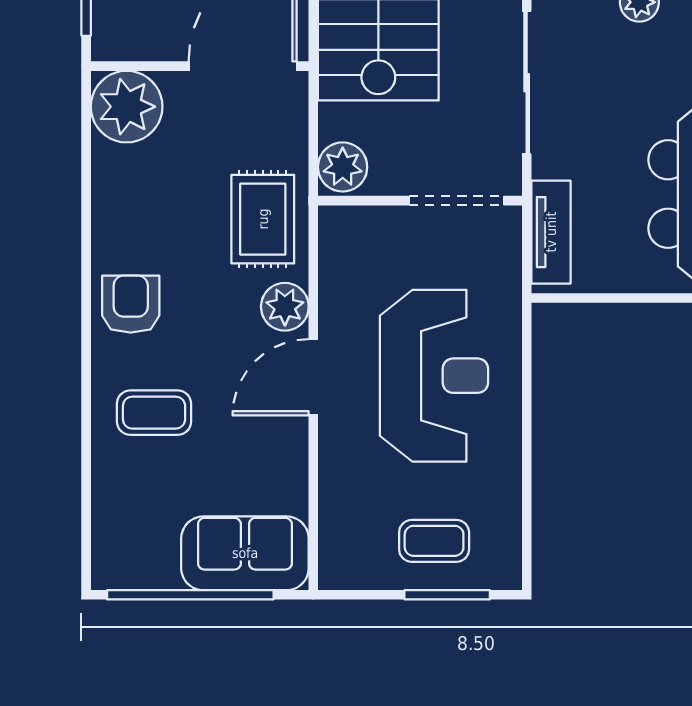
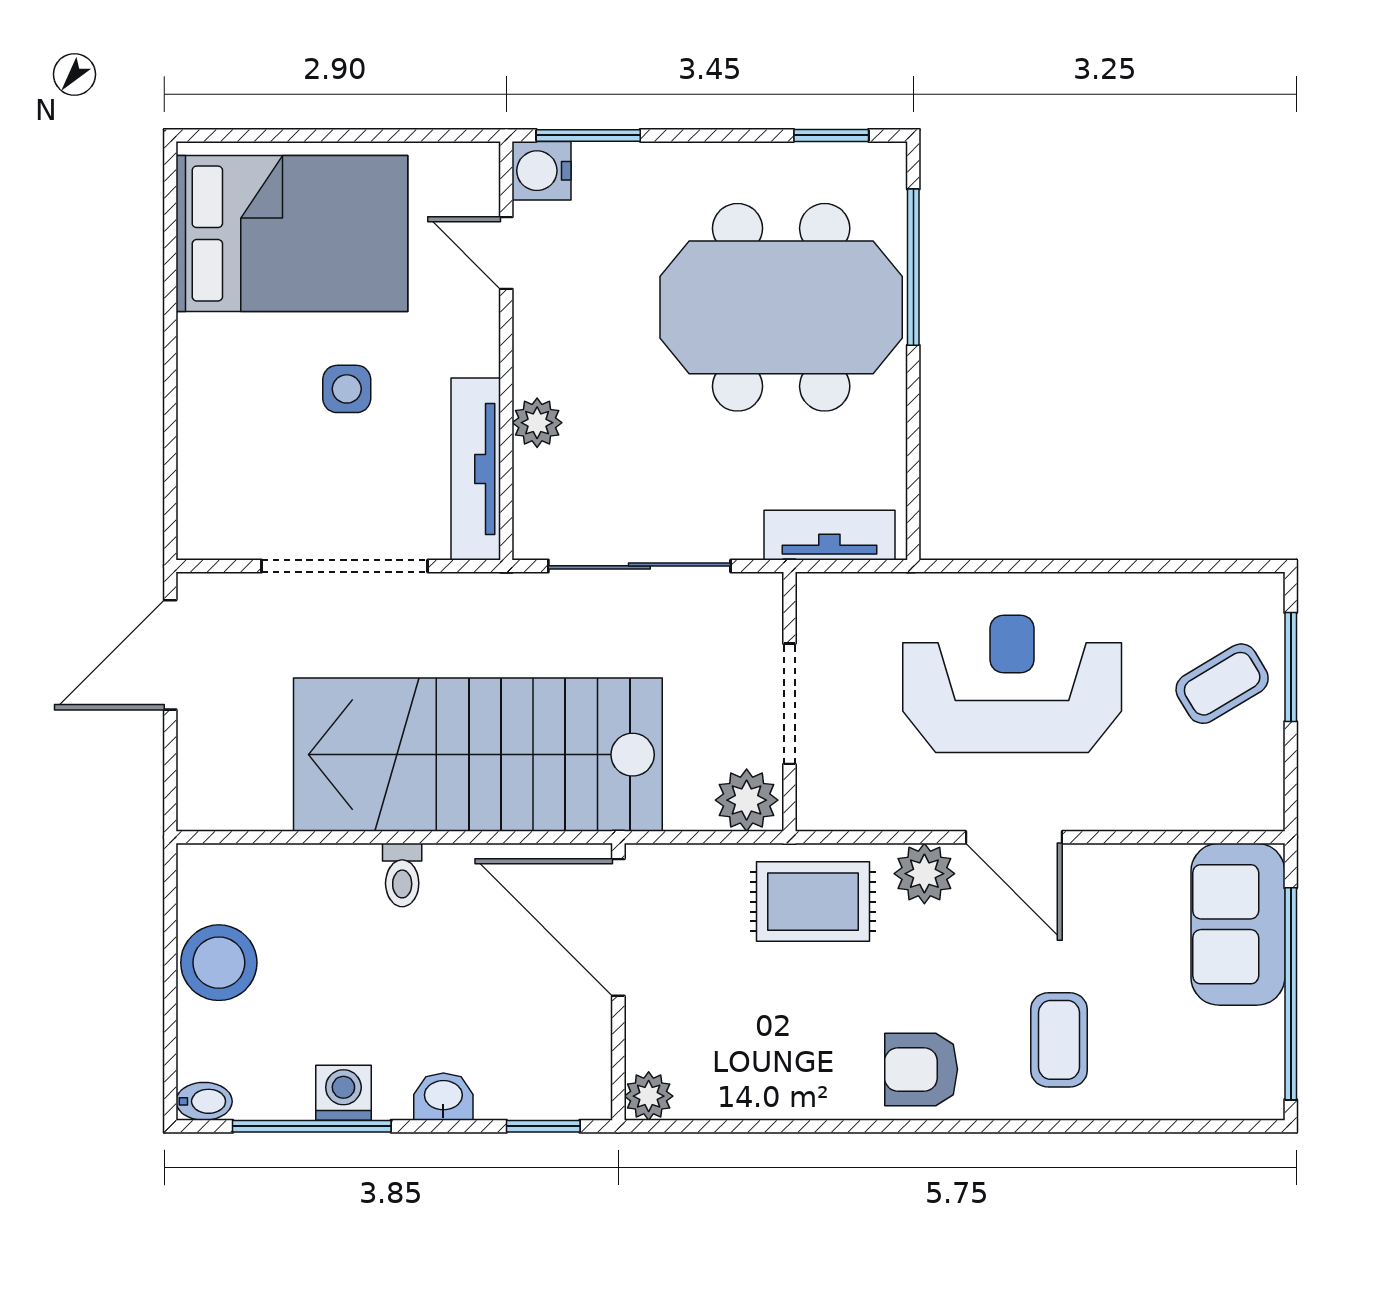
plant: (127, 107) -> (649, 1096), width x0.53, depth x0.53
doorway: (456, 201) -> (789, 704), moved
coffee table: (434, 541) -> (1222, 684), turned 59

